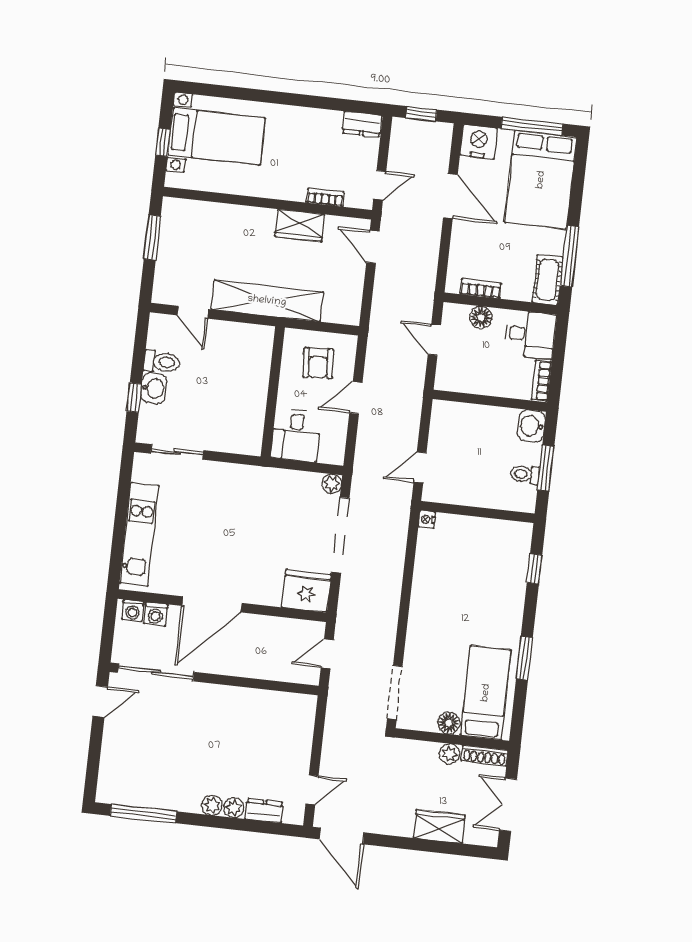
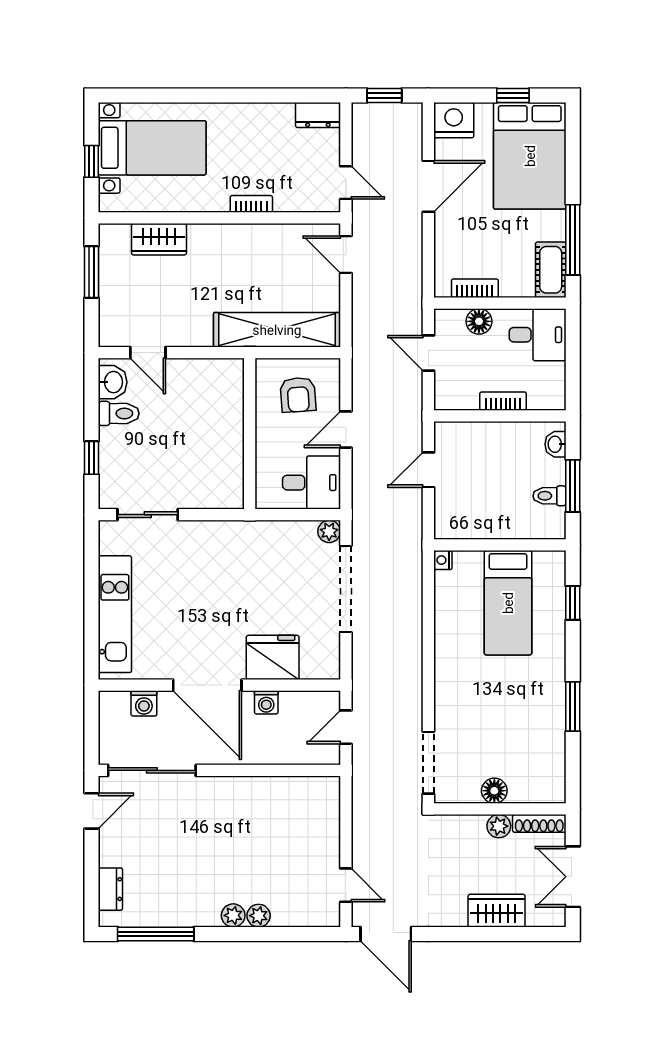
window: (532, 126) -> (513, 95), width x0.46
door: (380, 185) -> (346, 183), hinge flipped
door: (450, 196) -> (428, 186), hinge flipped
bookcase: (325, 198) -> (251, 204), moved
wardrobe: (300, 225) -> (159, 239), moved
shelving: (267, 301) -> (277, 330), moved
bookcase: (542, 381) -> (503, 401), moved, turned 90
washbasin: (154, 388) -> (113, 382), moved
washbasin: (531, 426) -> (555, 444), width x0.72, depth x0.69
desk: (296, 435) -> (312, 483), moved, turned -90
door: (420, 468) -> (428, 470), moved
fridge: (307, 591) -> (273, 657), moved
door: (212, 604) -> (207, 685), hinge flipped
washing machine: (133, 611) -> (266, 702), moved
bed: (486, 693) -> (508, 603), moved, turned 180
door: (312, 790) -> (346, 885), hinge flipped
dresser: (264, 811) -> (110, 889), moved, turned 90

